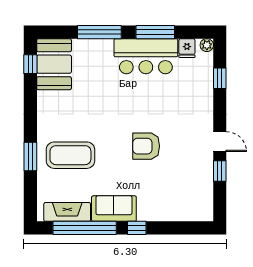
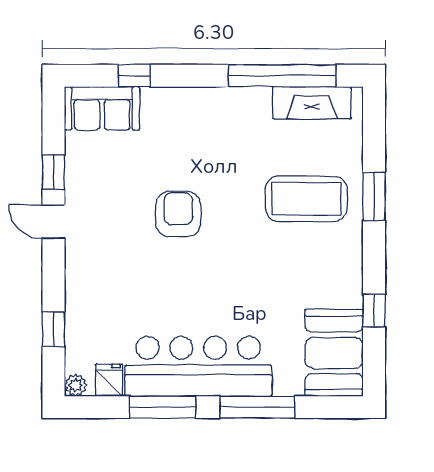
bar counter: (146, 56) -> (198, 366), width x1.36
window: (30, 64) -> (374, 311), moved
armchair: (146, 146) -> (178, 214), turned -90
sofa: (114, 209) -> (102, 108), moved
window: (137, 228) -> (134, 76), moved

